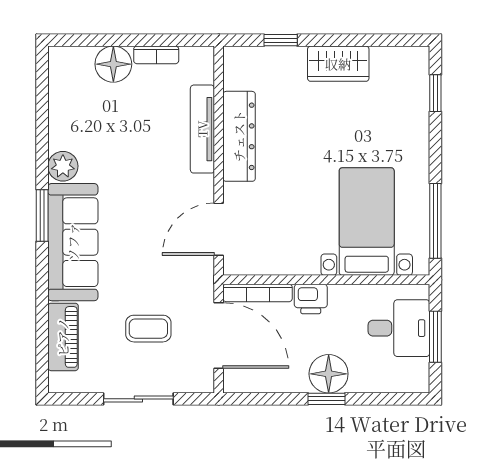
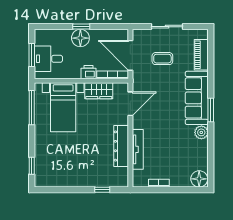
floor lamp: (113, 64) -> (199, 179), moved
wardrobe: (338, 64) -> (99, 91), moved, turned 180

